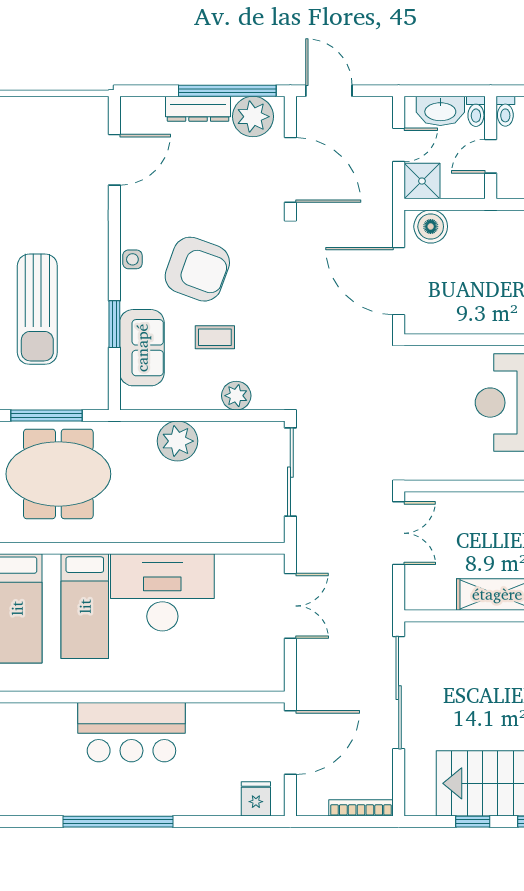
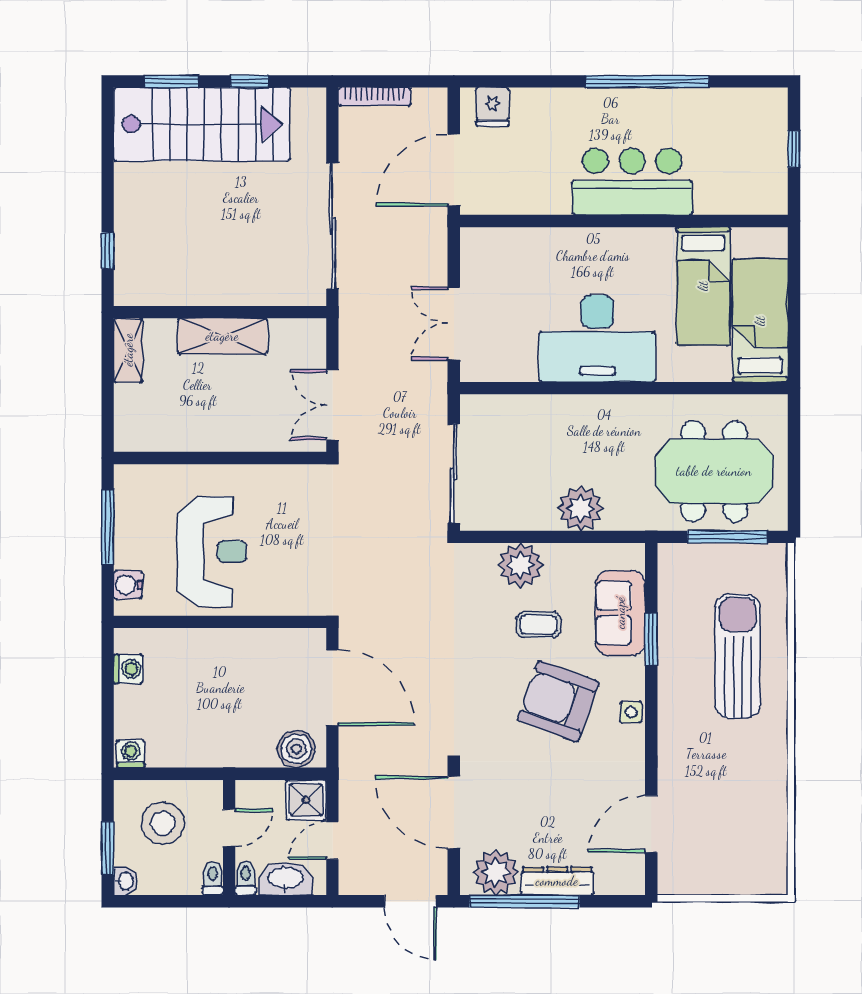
plant: (236, 396) -> (520, 565), width x1.36, depth x1.36
bed: (85, 606) -> (703, 286), moved, turned 180

